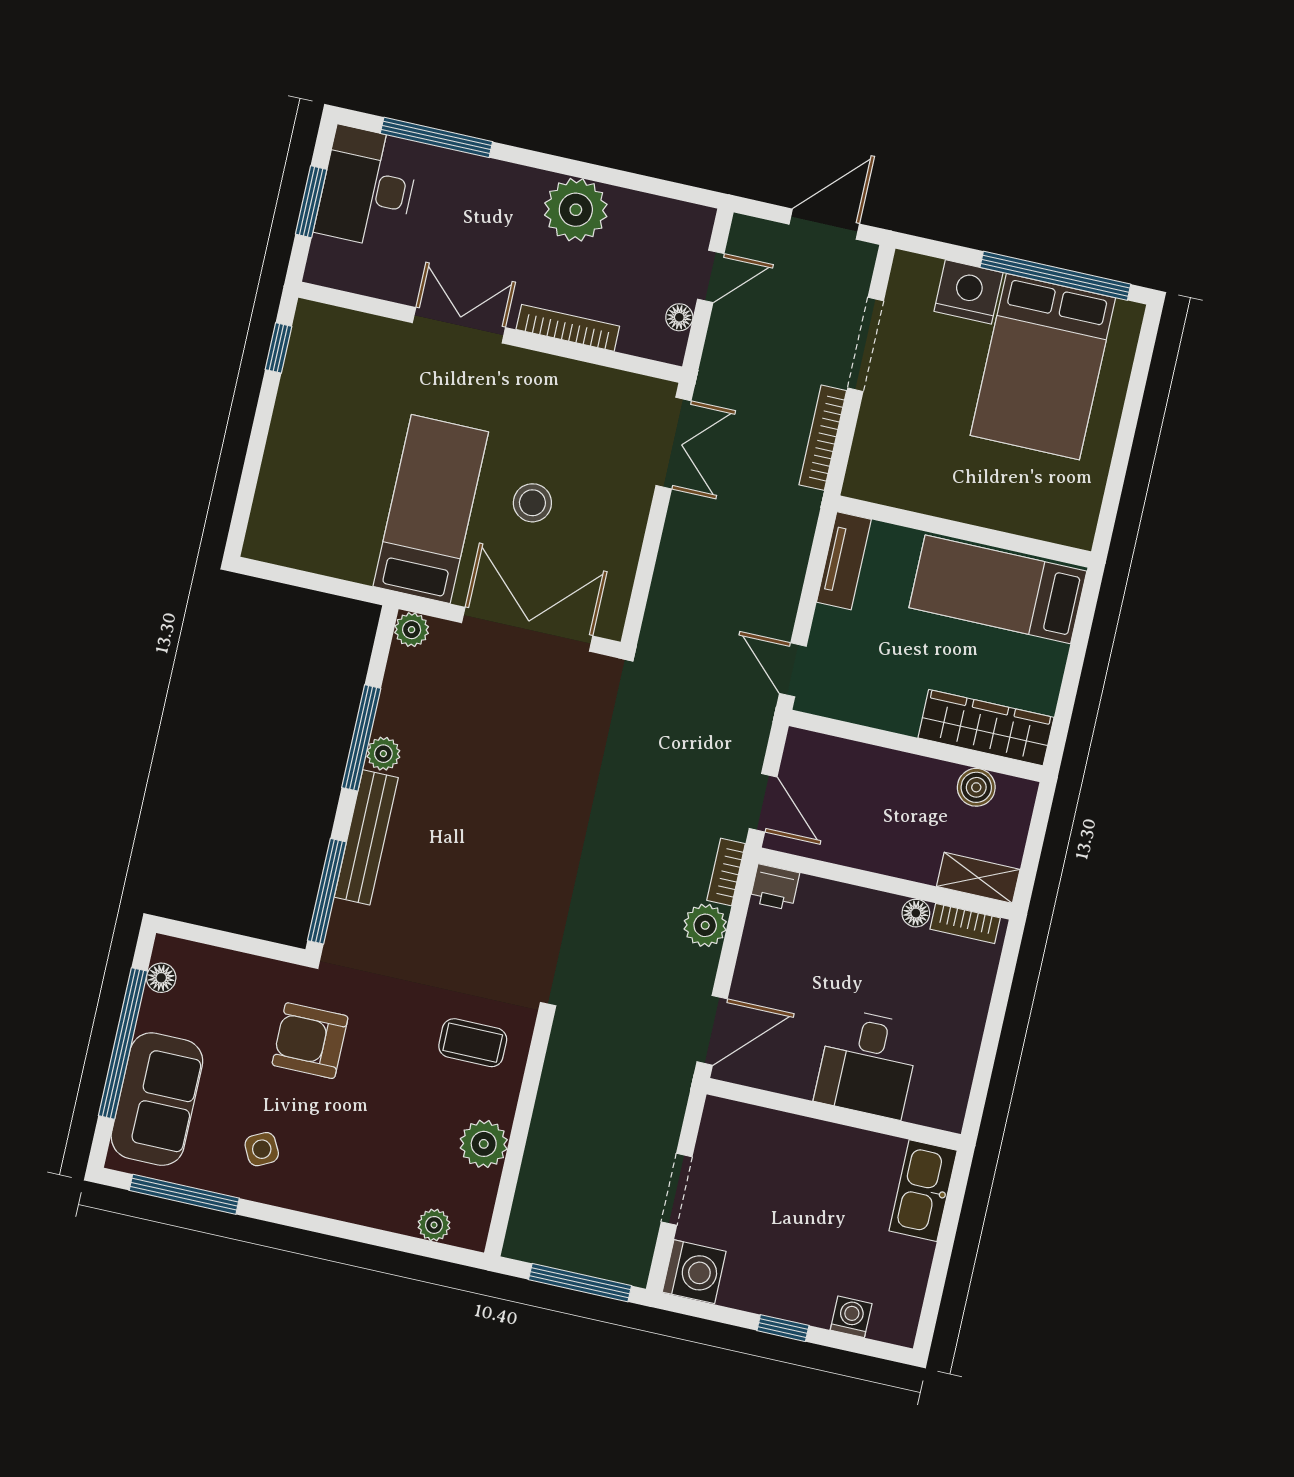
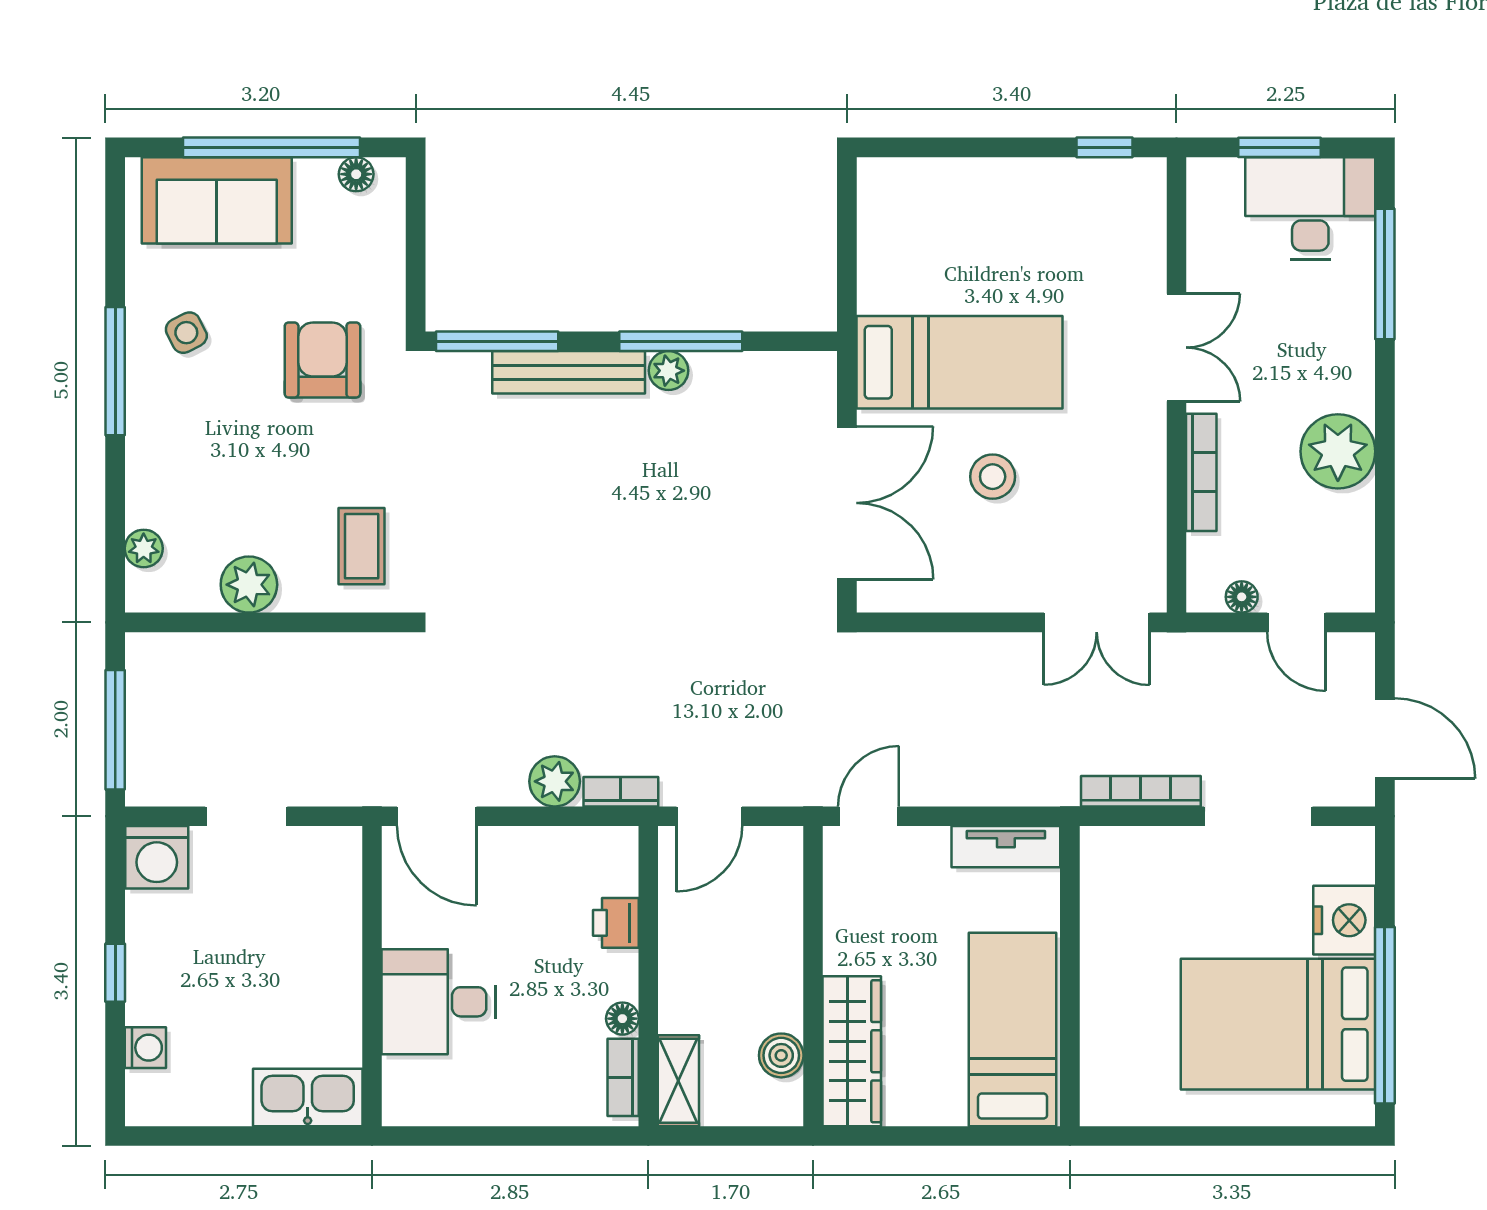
plant: (412, 630) -> (817, 371), removed
printer: (775, 887) -> (616, 923), moved
window: (184, 1194) -> (115, 371), moved

